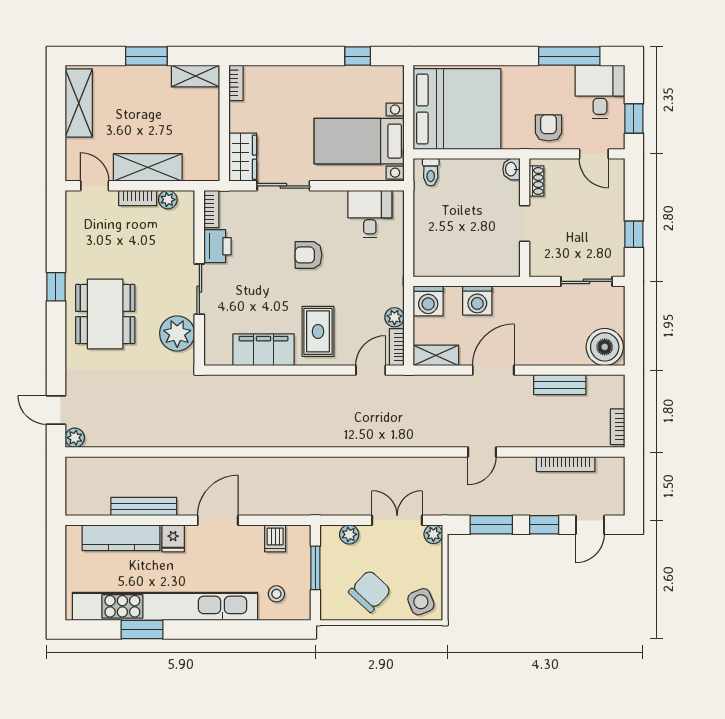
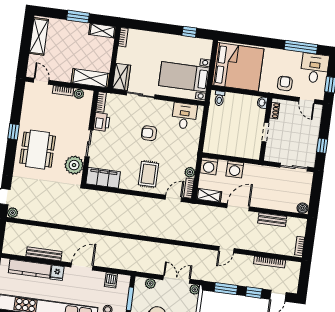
shelving: (148, 167) -> (90, 78), moved
boiler: (605, 347) -> (302, 208), width x0.54, depth x0.54
filing cabinet: (264, 350) -> (103, 178), moved

